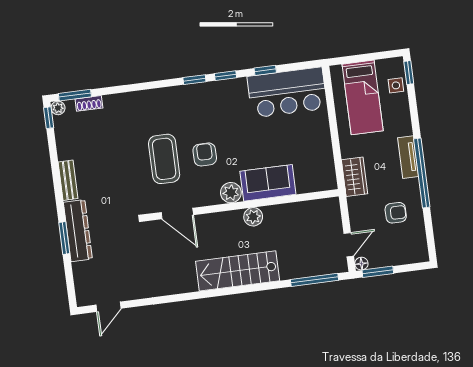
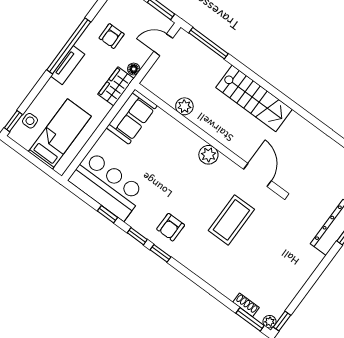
armchair: (205, 154) -> (171, 227), moved
bench: (68, 180) -> (309, 267), removed
sofa: (268, 183) -> (132, 117), moved, turned -90
armchair: (396, 213) -> (112, 36), turned -91
plant: (253, 217) -> (184, 106), moved
floor lamp: (361, 264) -> (134, 69), moved

